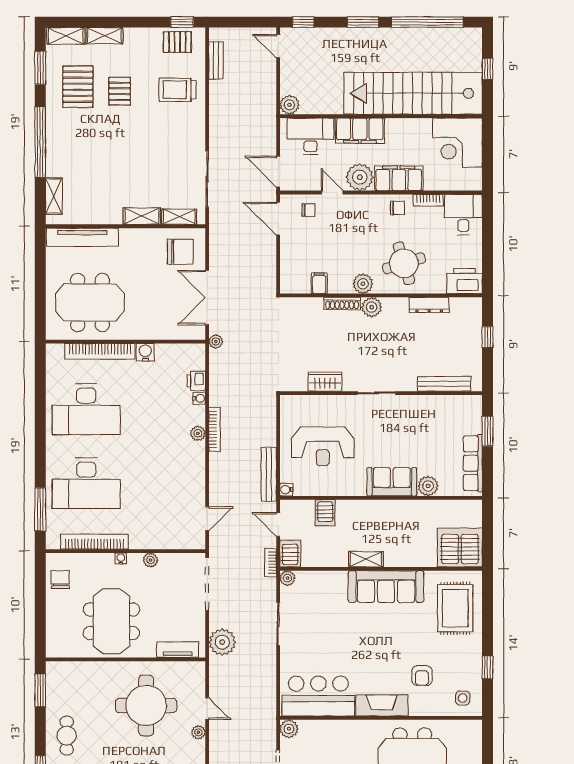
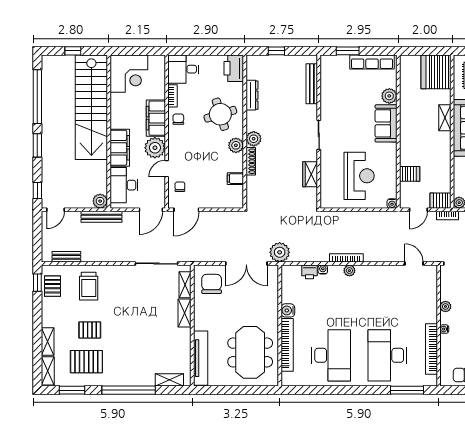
plant: (216, 341) -> (280, 252), width x1.87, depth x1.87
bench: (269, 474) -> (101, 217), moved
desk: (86, 483) -> (387, 355), turned 180
shelving: (366, 559) -> (445, 118), moved

